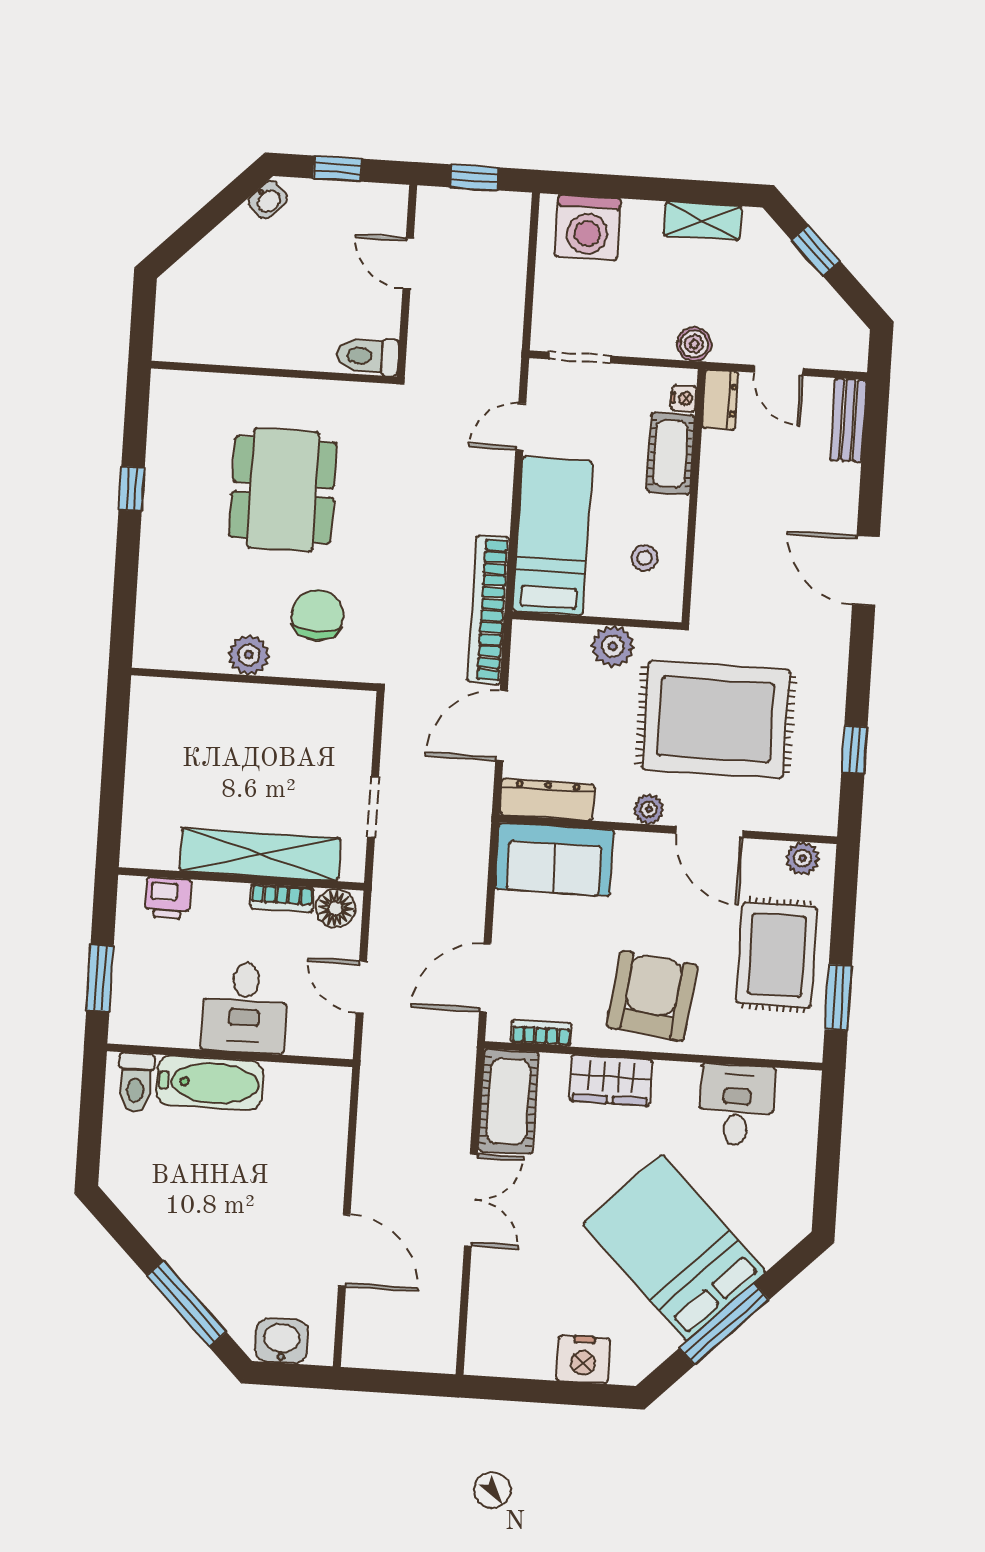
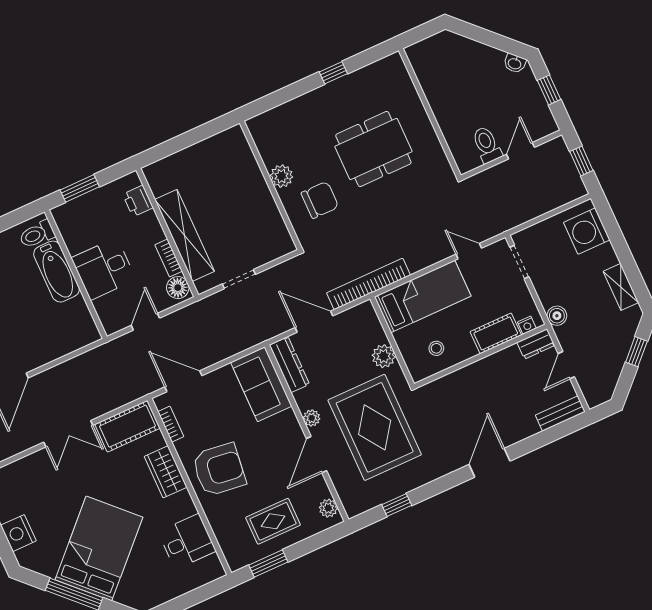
toilet: (368, 356) -> (487, 145), moved
rug: (777, 955) -> (273, 521), width x0.73, depth x0.70

